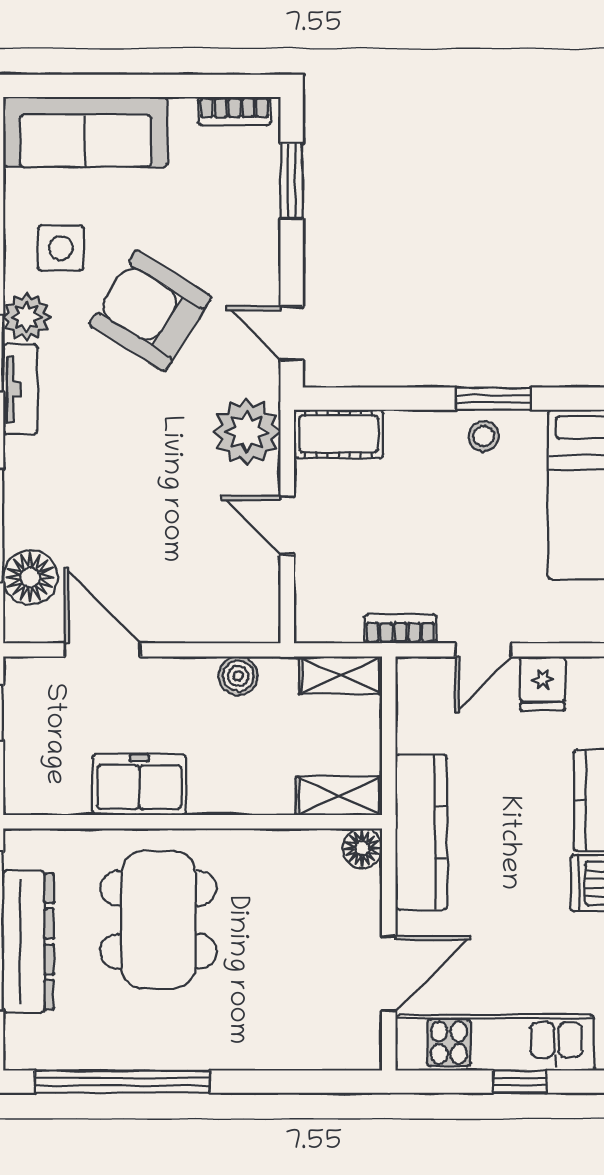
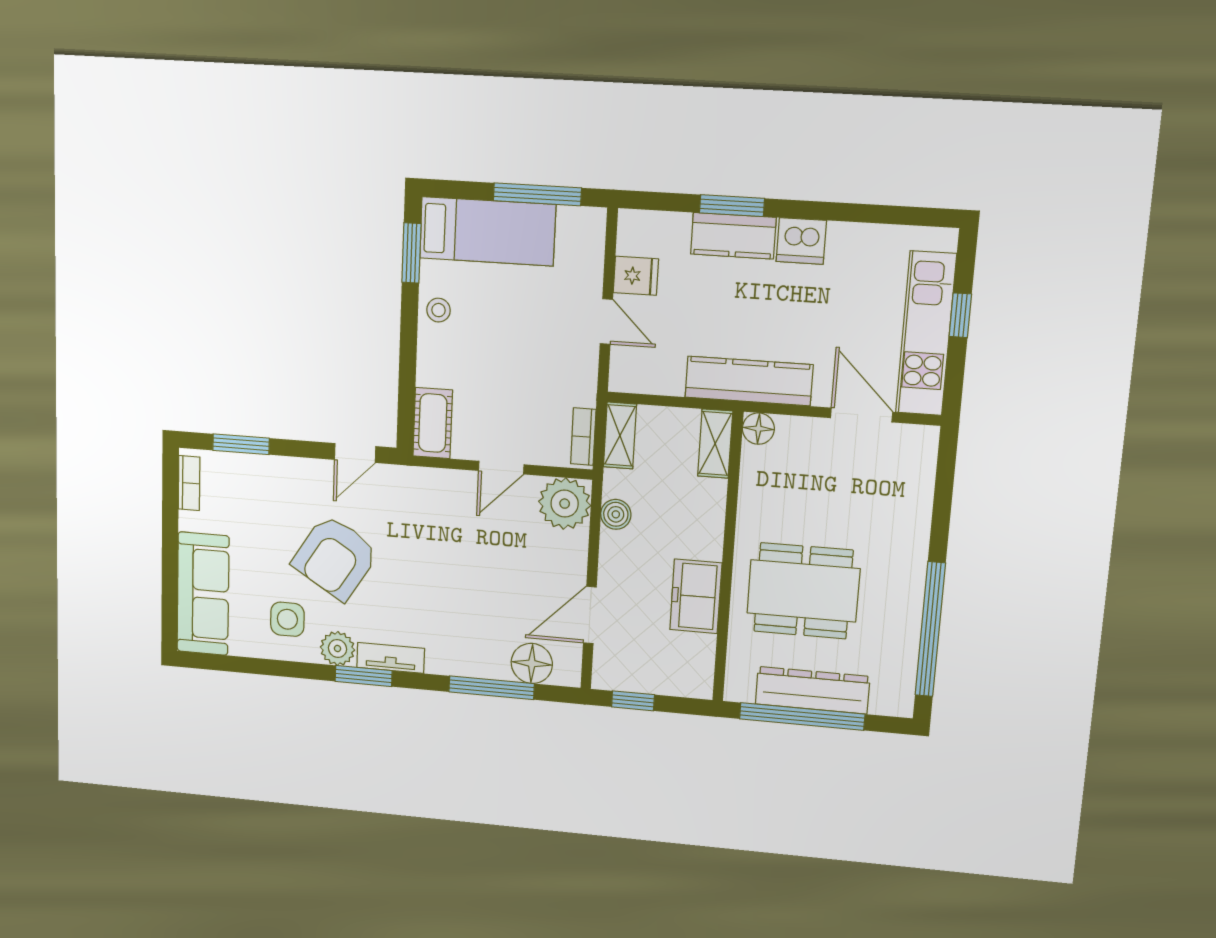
window: (493, 399) -> (411, 253), moved
plant: (247, 432) -> (565, 504), moved
bookcase: (400, 629) -> (583, 437), moved

